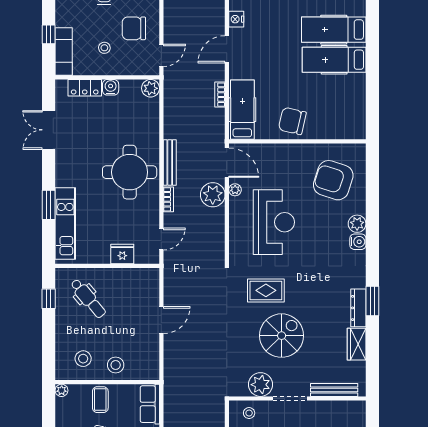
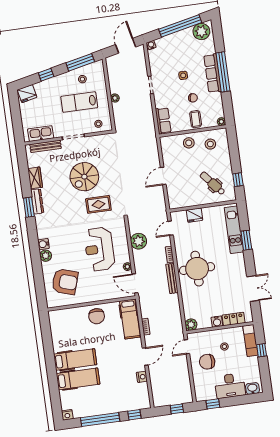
chair: (134, 28) -> (207, 362), turned 180
chair: (292, 121) -> (97, 316), turned 77
plant: (213, 195) -> (139, 241), moved
plant: (260, 385) -> (94, 143), removed
kitchen sink: (339, 410) -> (41, 134), added

